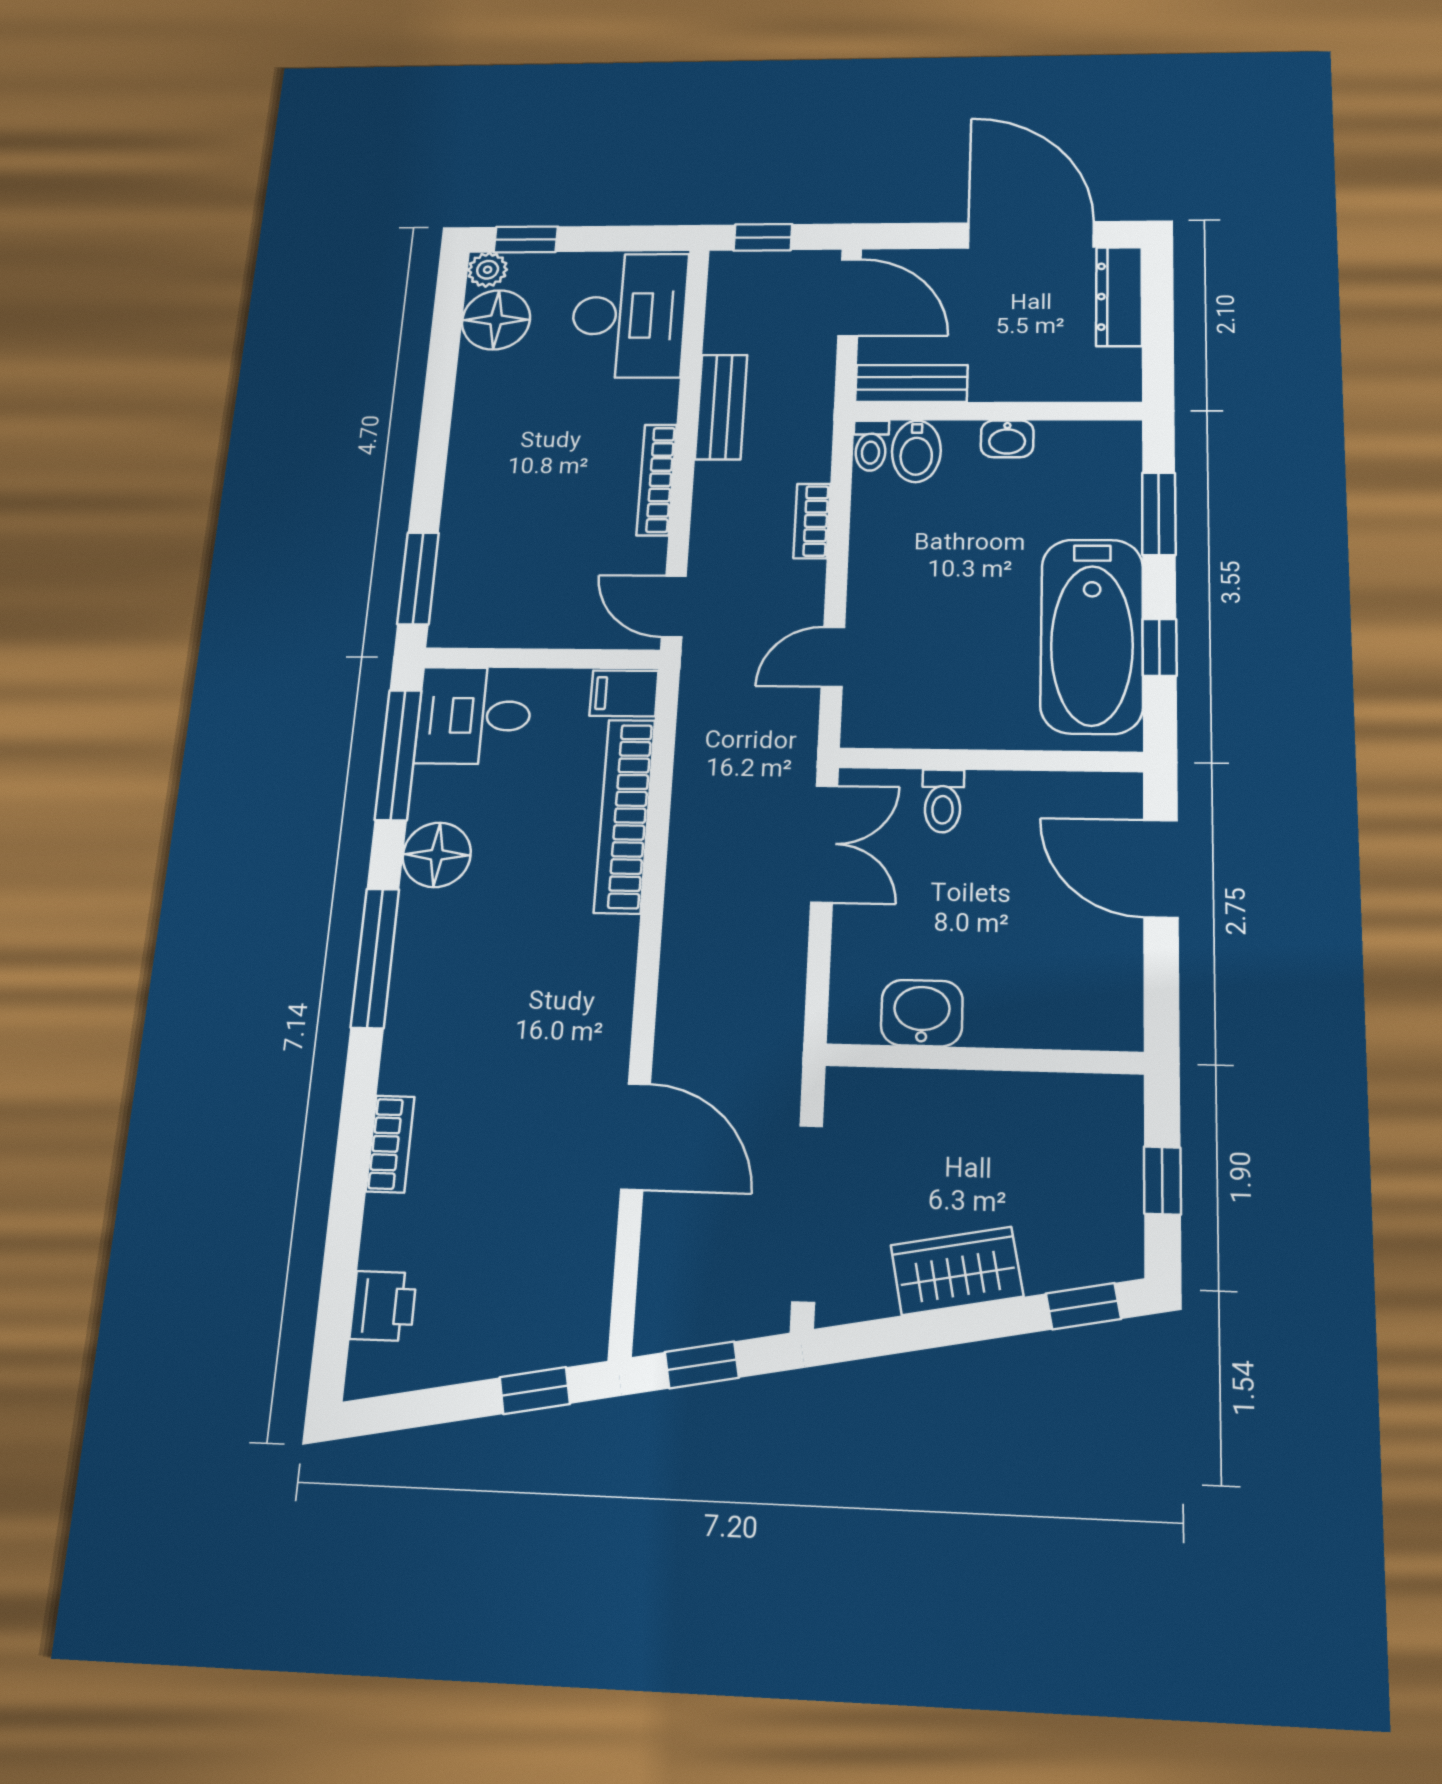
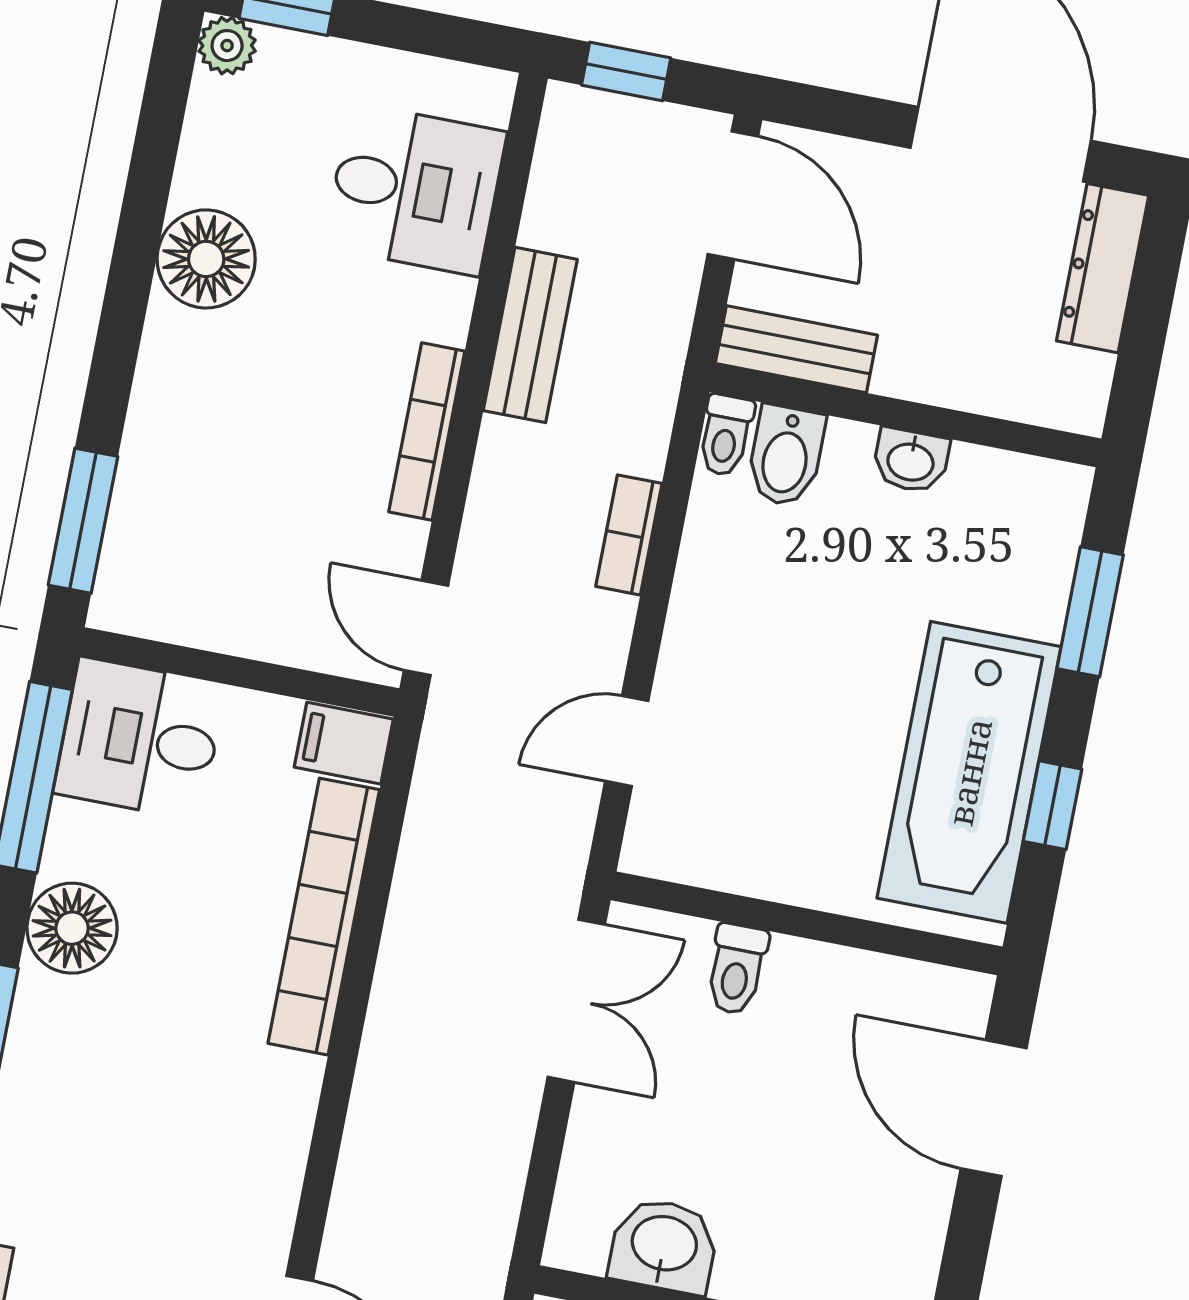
desk: (629, 315) -> (415, 189), width x0.73
floor lamp: (496, 320) -> (206, 259), moved

